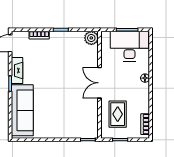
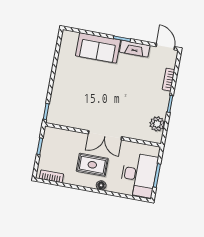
plant: (91, 38) -> (157, 124), moved
double door: (100, 83) -> (105, 135), swing flipped
sofa: (22, 110) -> (98, 48), width x0.73
rug: (118, 114) -> (92, 165), moved

